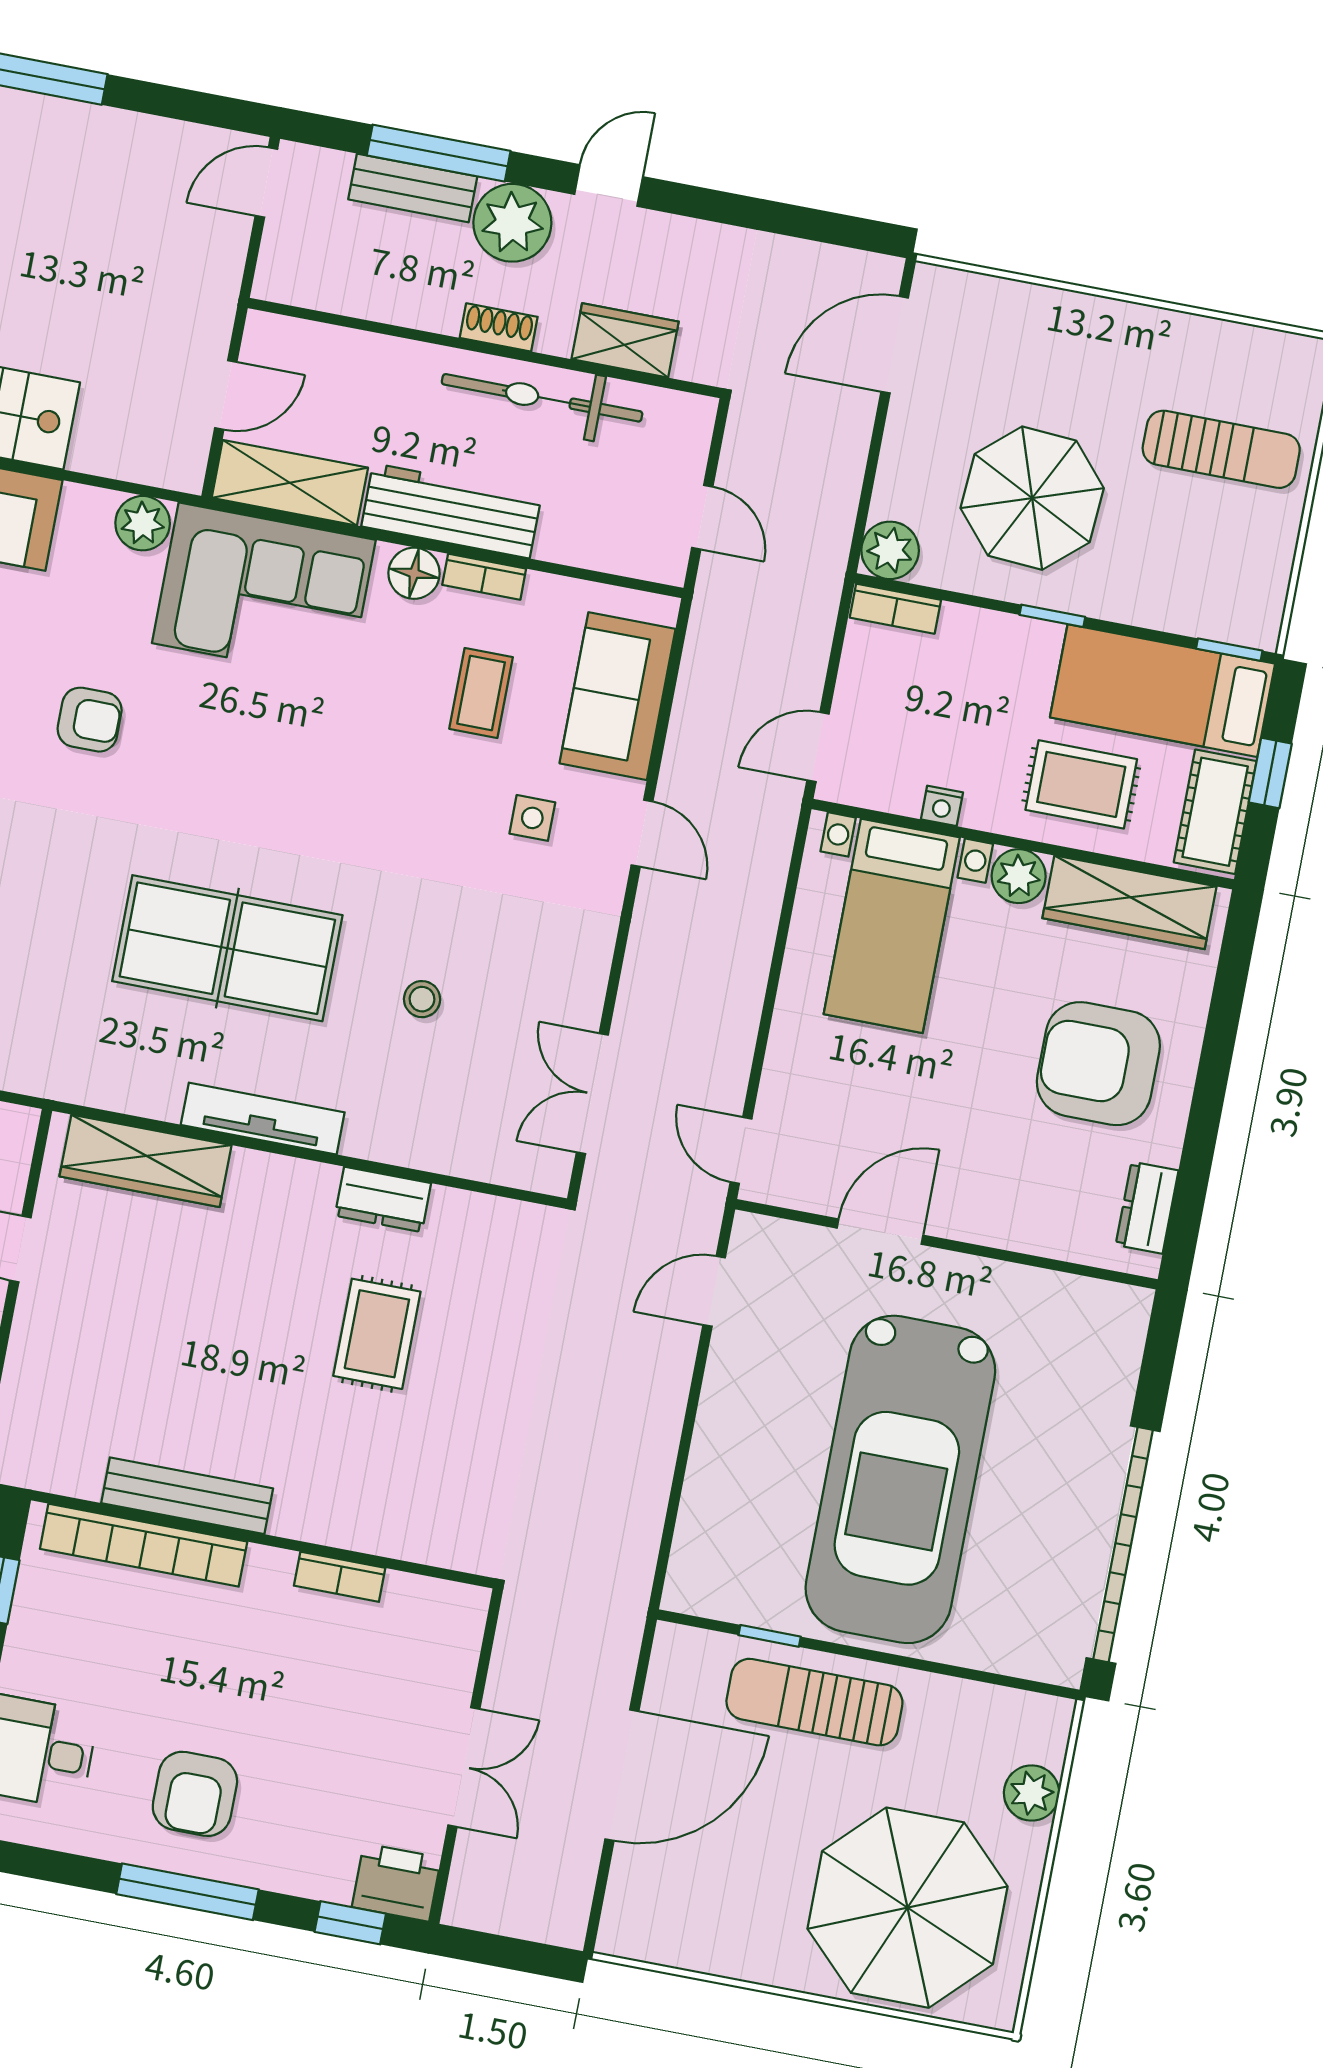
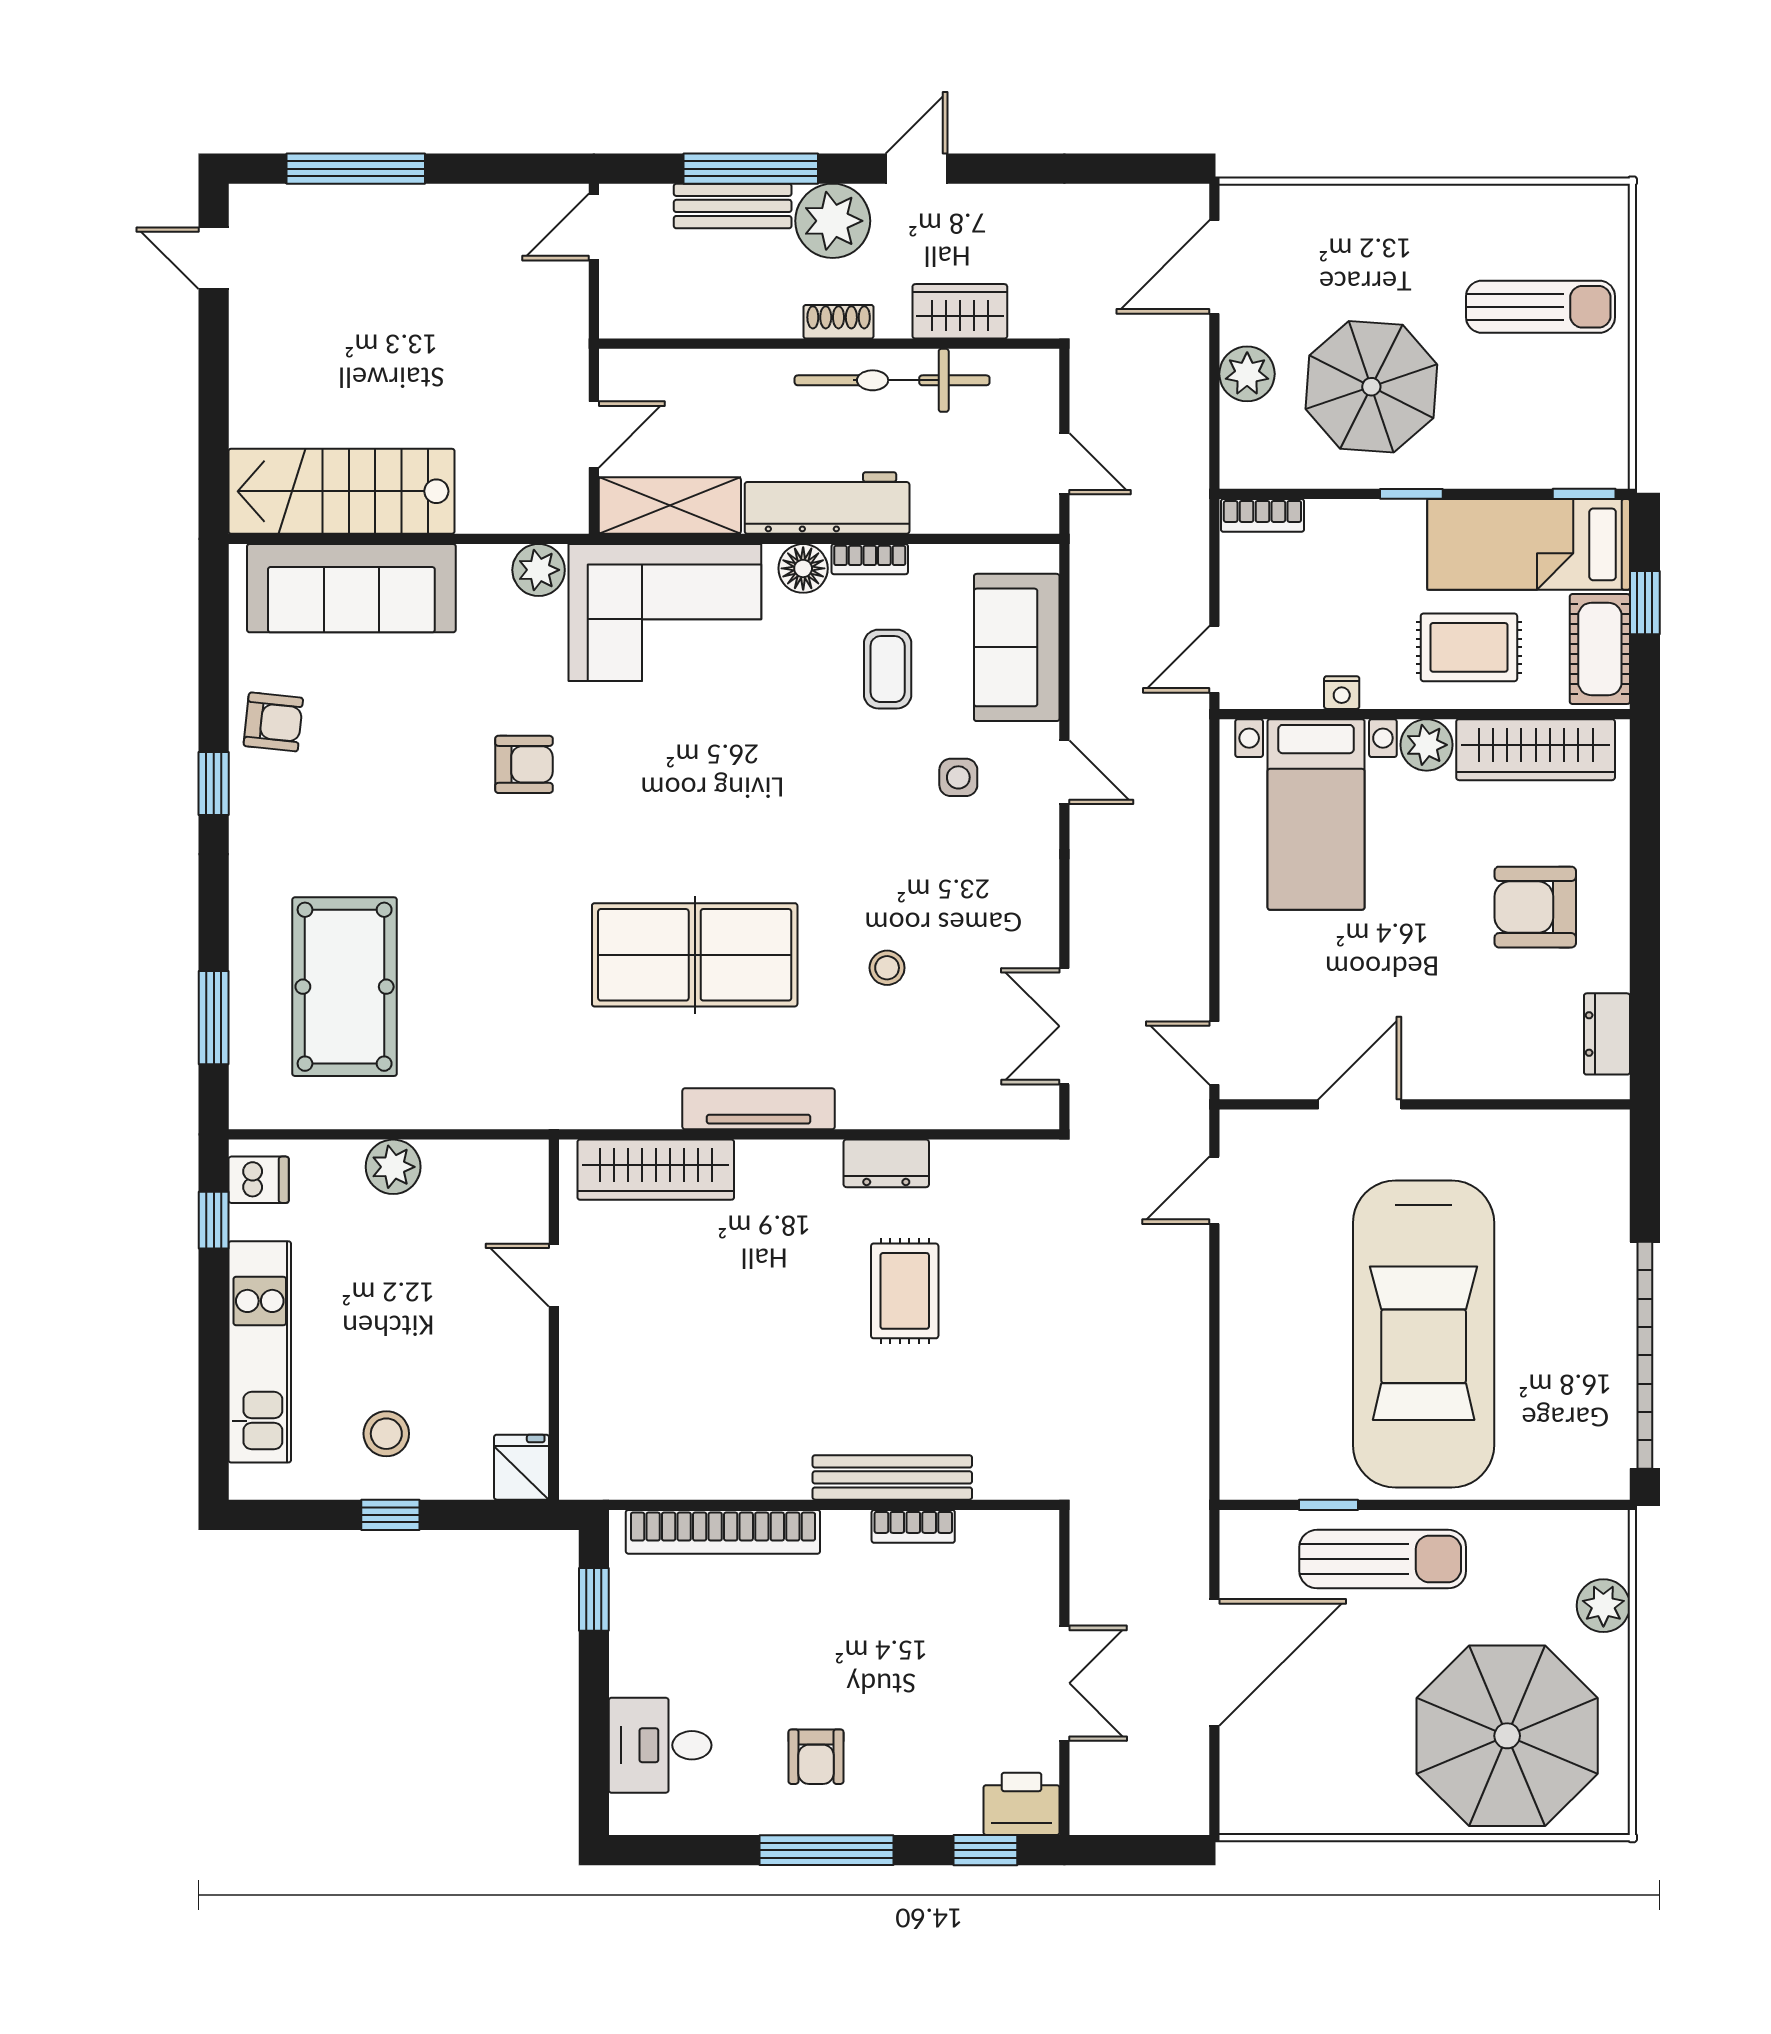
plant: (890, 550) -> (1247, 374), moved
armchair: (1098, 1064) -> (1535, 907), width x0.73, depth x0.73
bench: (187, 1496) -> (892, 1477), moved
sun lounger: (814, 1702) -> (1383, 1559), turned 180
armchair: (195, 1794) -> (816, 1757), width x0.72, depth x0.72

